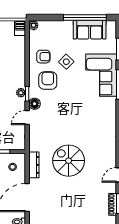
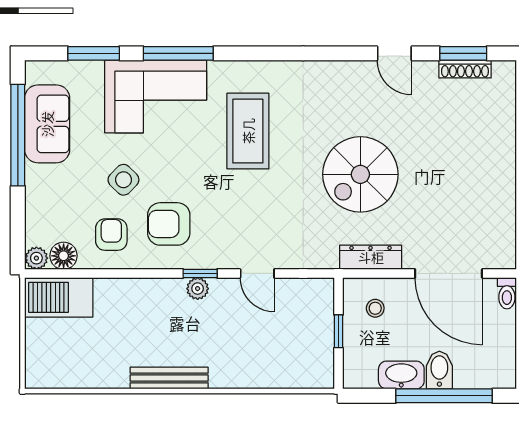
barbecue: (20, 28) -> (59, 297), width x1.88, depth x1.53
floor lamp: (35, 104) -> (64, 256), moved
coffee table: (87, 114) -> (248, 131), added

